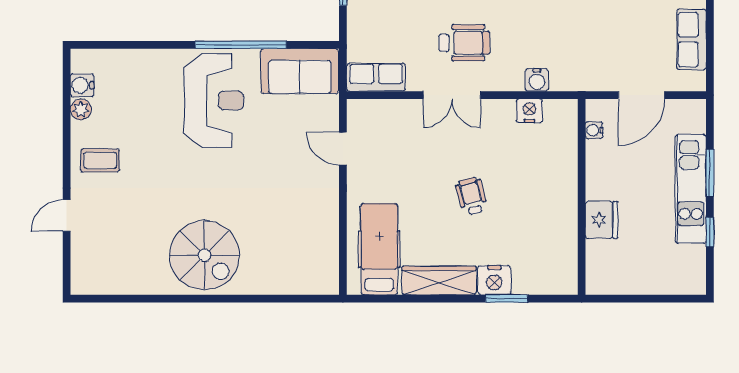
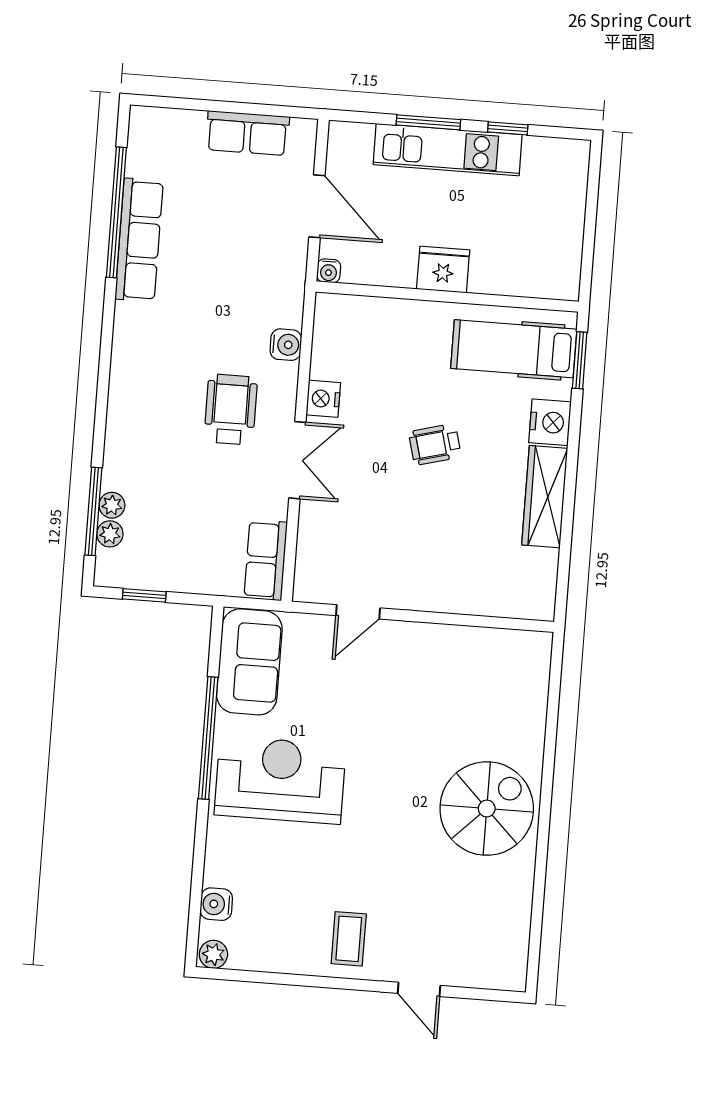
wheelchair: (464, 43) -> (231, 409), moved
water cooler: (82, 85) -> (216, 904), moved, turned 90
plant: (81, 109) -> (213, 954), moved
nightstand: (529, 111) -> (323, 399), moved
water cooler: (594, 130) -> (329, 271), moved
fridge: (602, 220) -> (443, 270), moved
hospital bed: (379, 249) -> (514, 349), moved
window: (507, 299) -> (580, 360), moved

